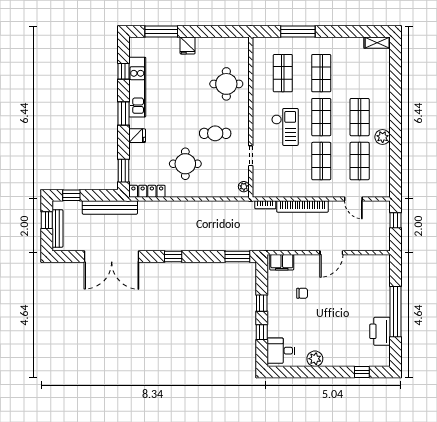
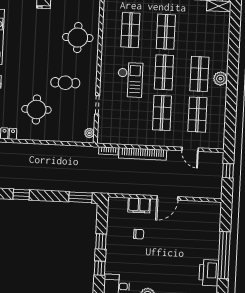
plant: (383, 137) -> (220, 79), moved
filing cabinet: (282, 262) -> (139, 205), moved

